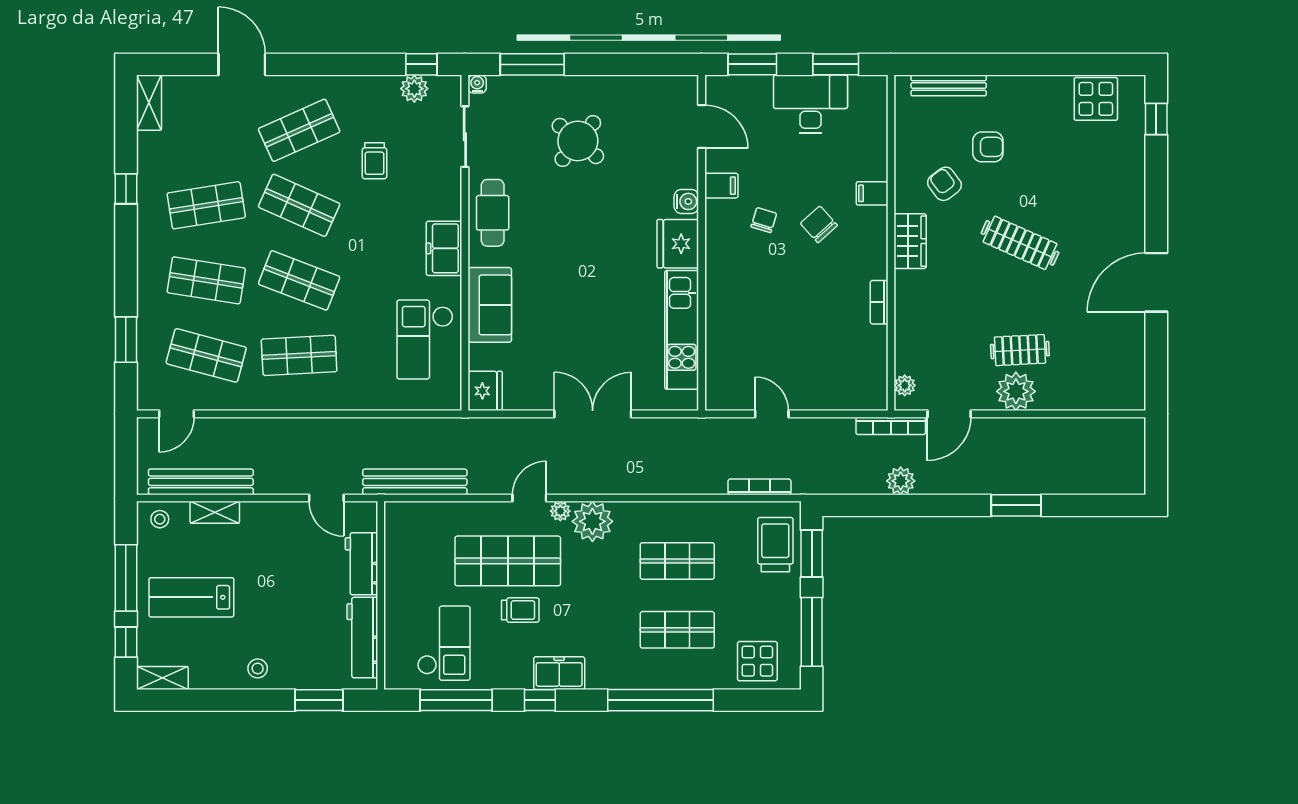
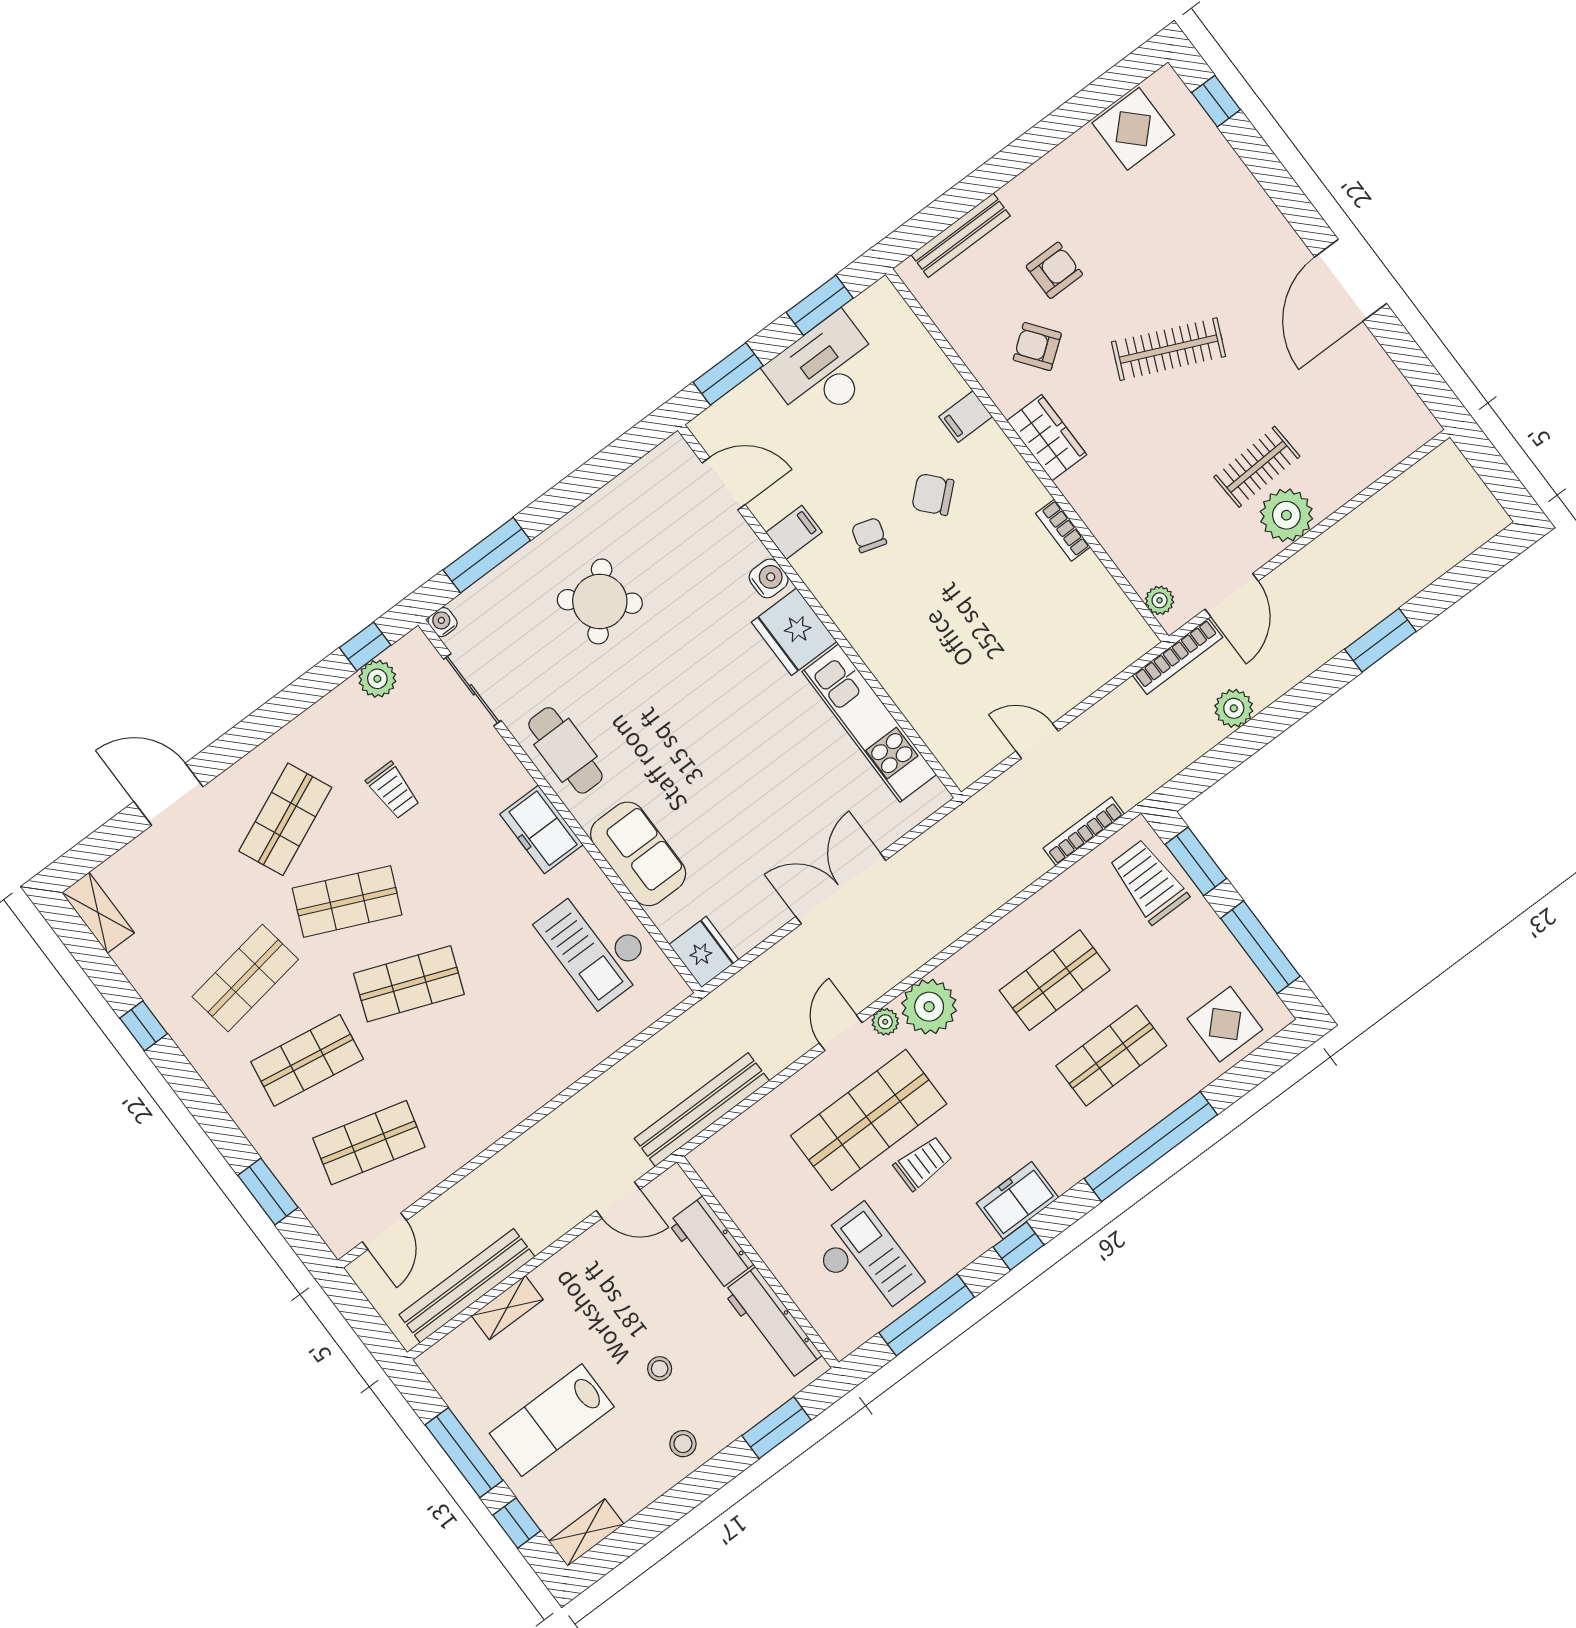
shop shelf: (299, 355) -> (471, 1066), removed
stool: (160, 519) -> (660, 1369), moved

